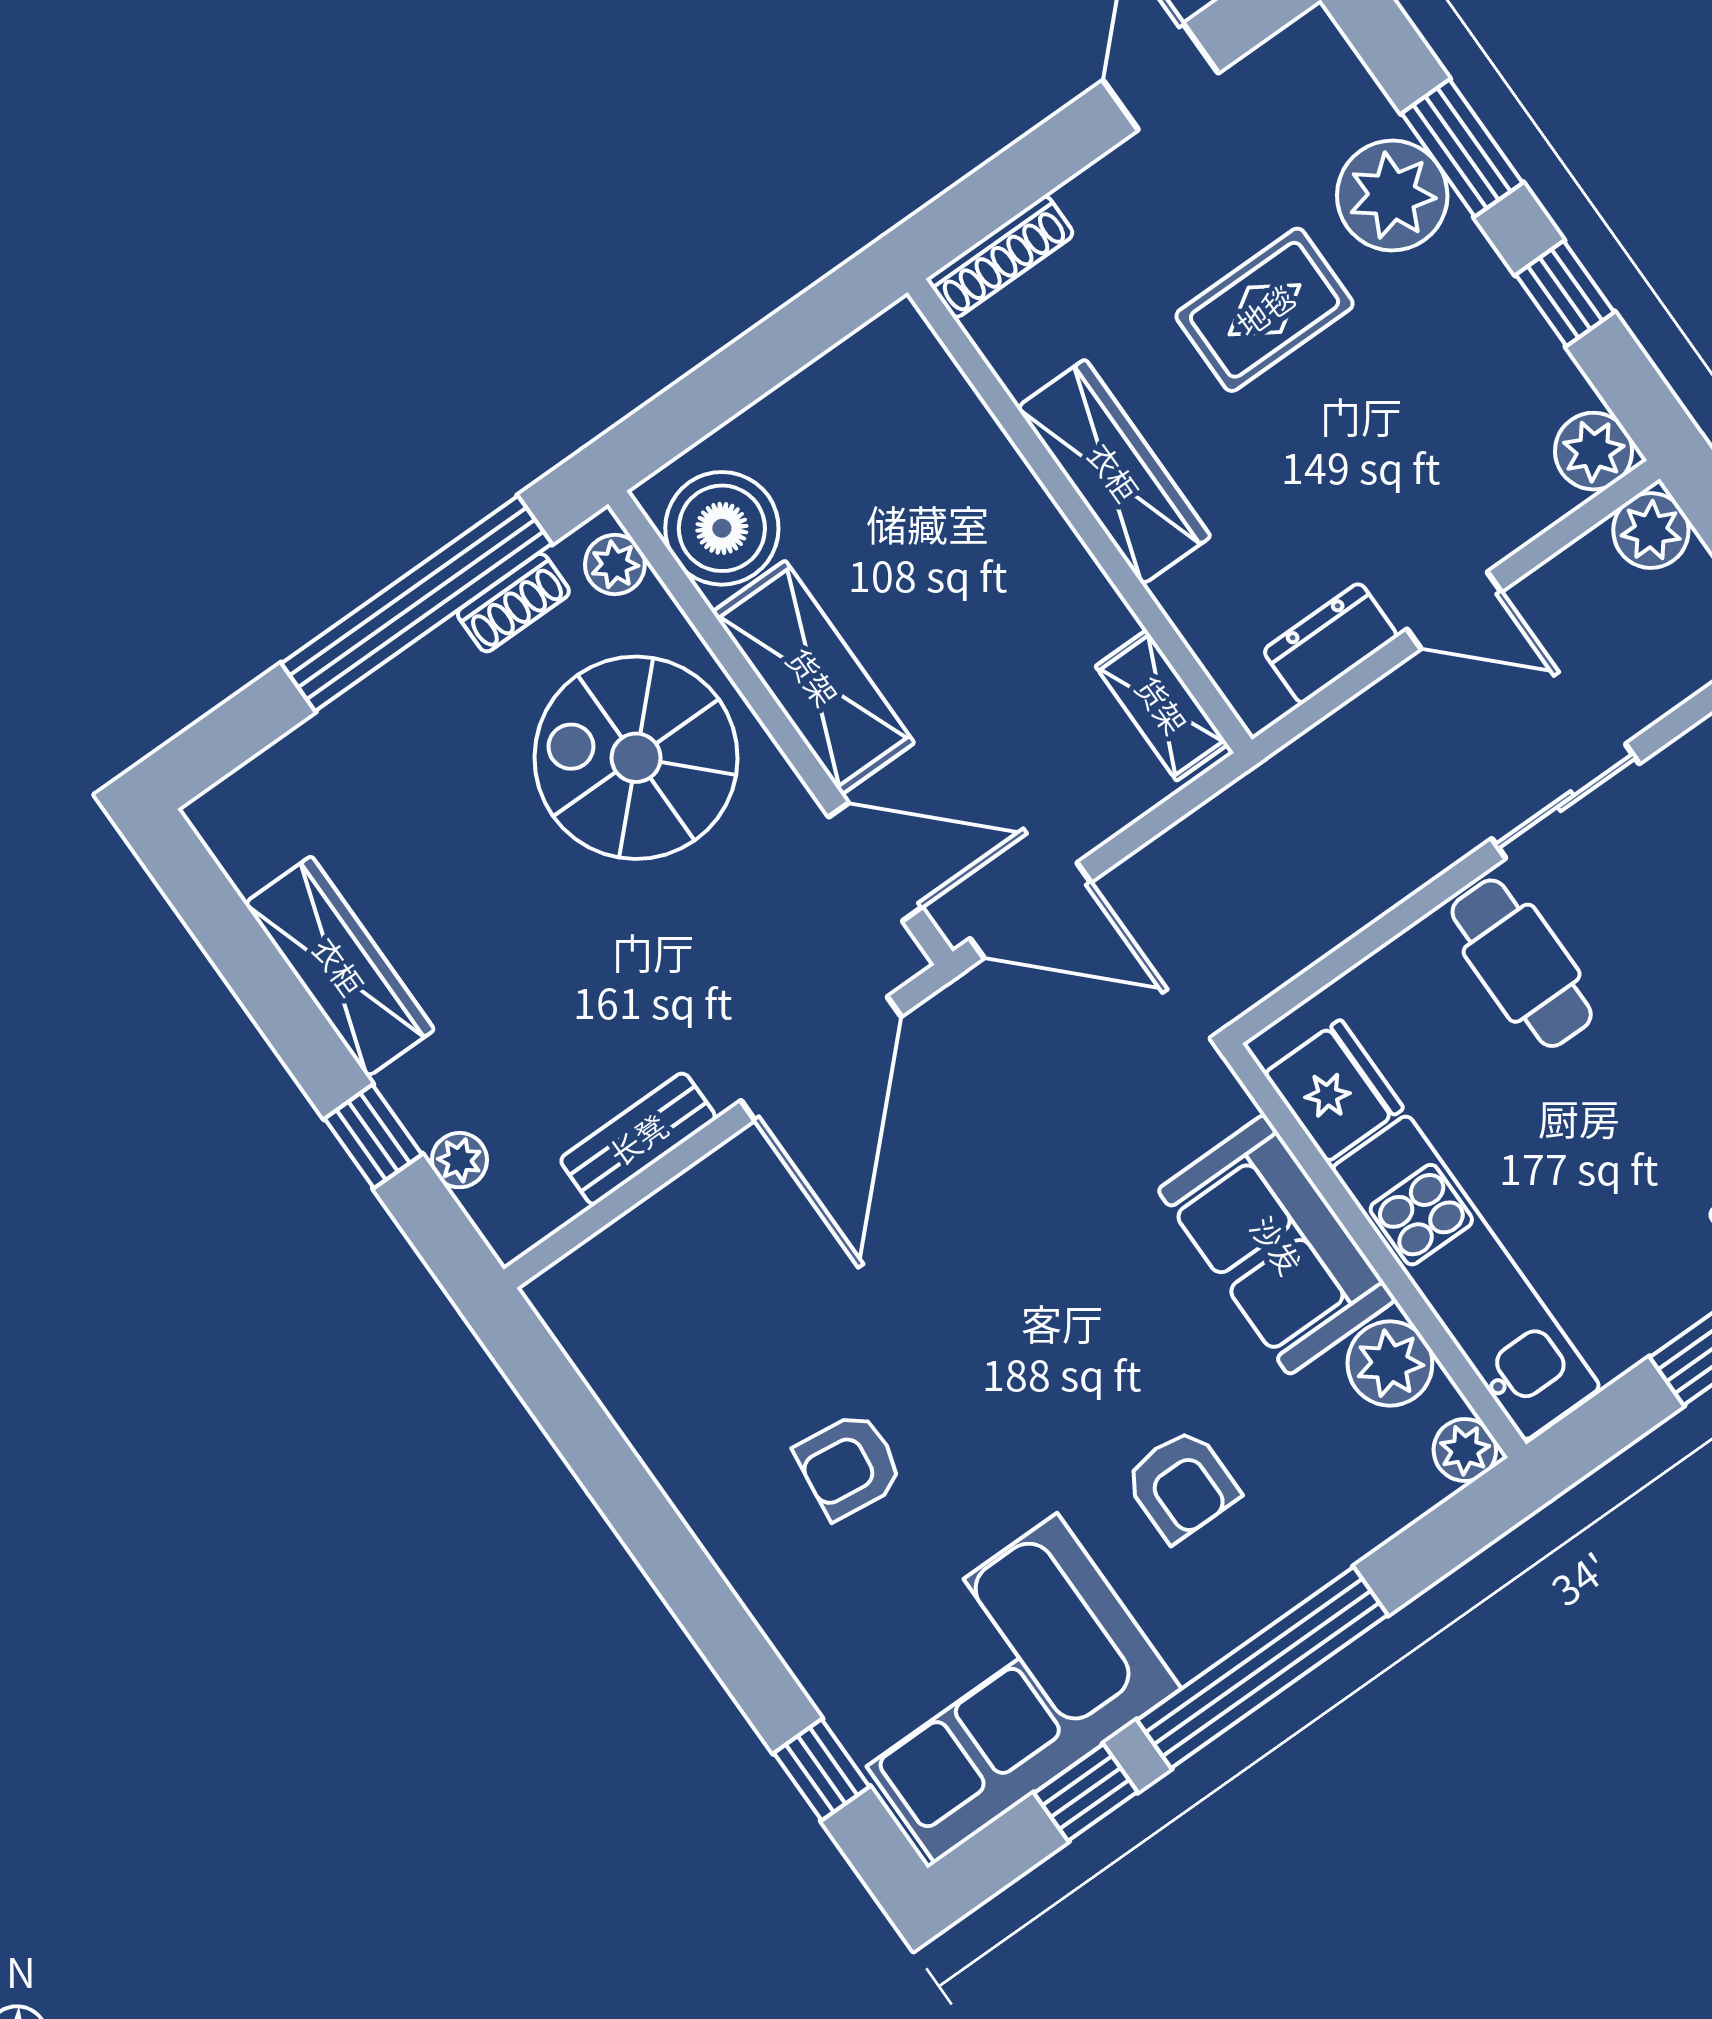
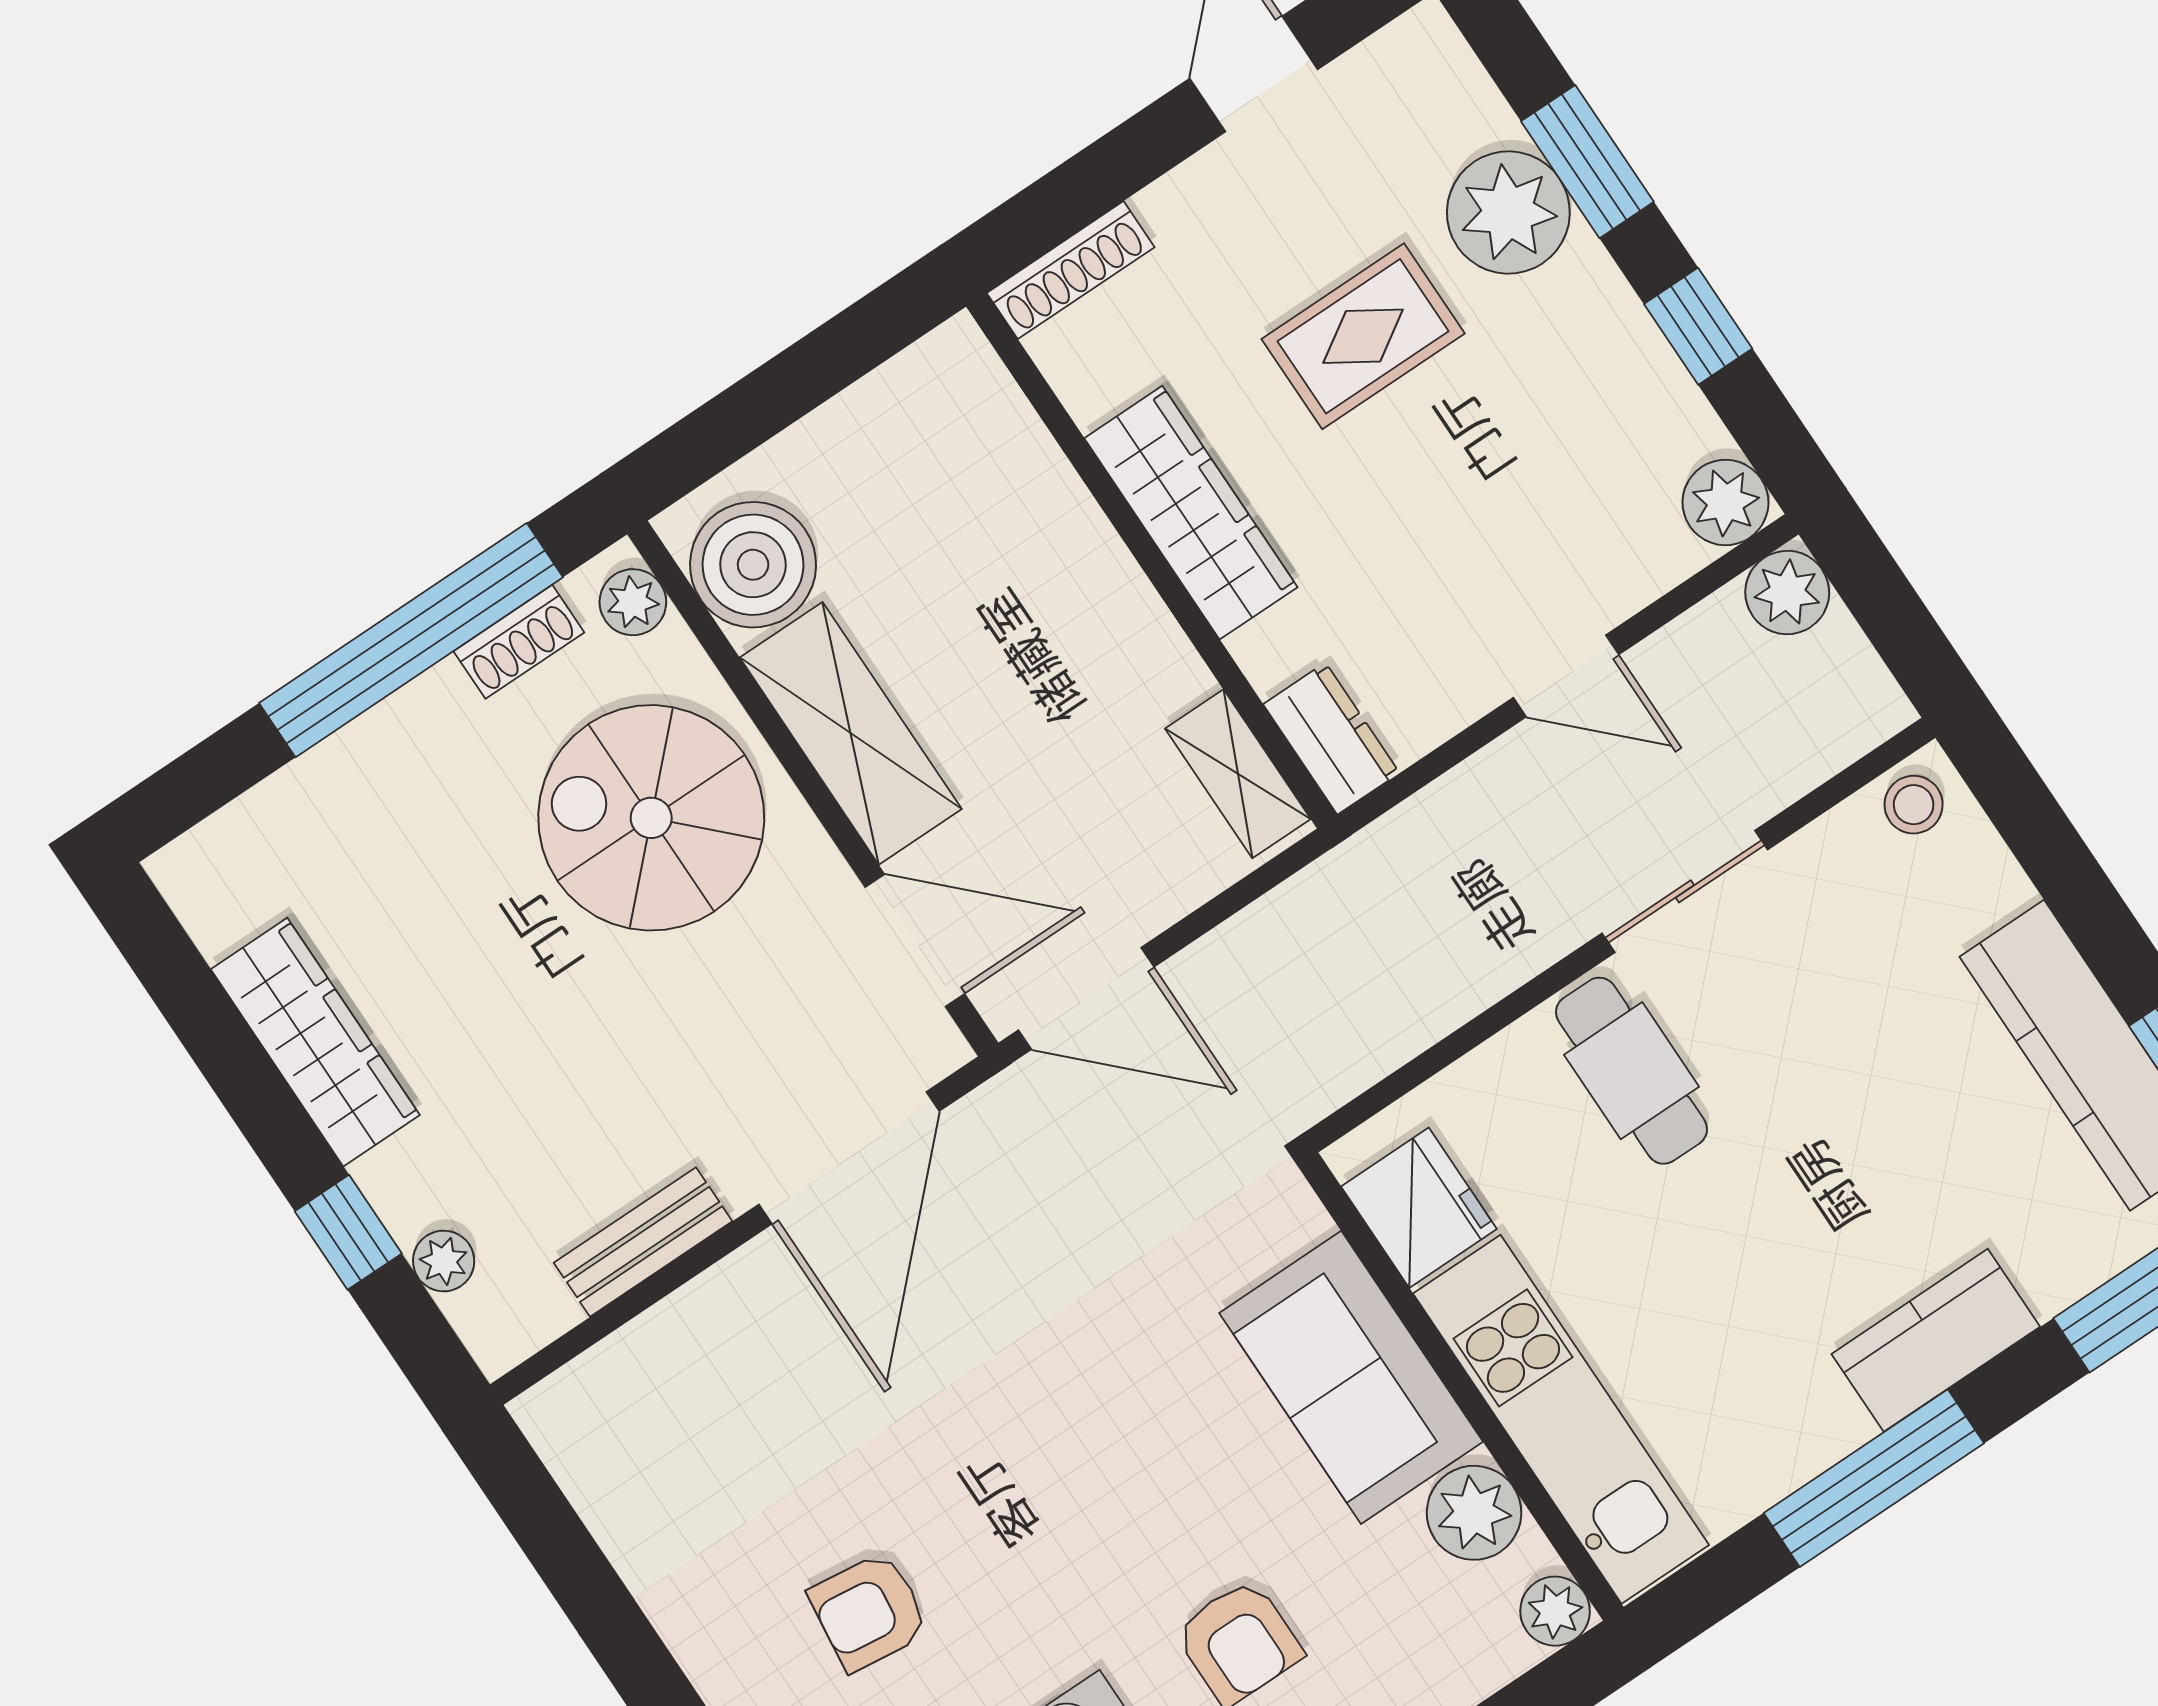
dresser: (1330, 643) -> (1331, 739), moved, turned 90

